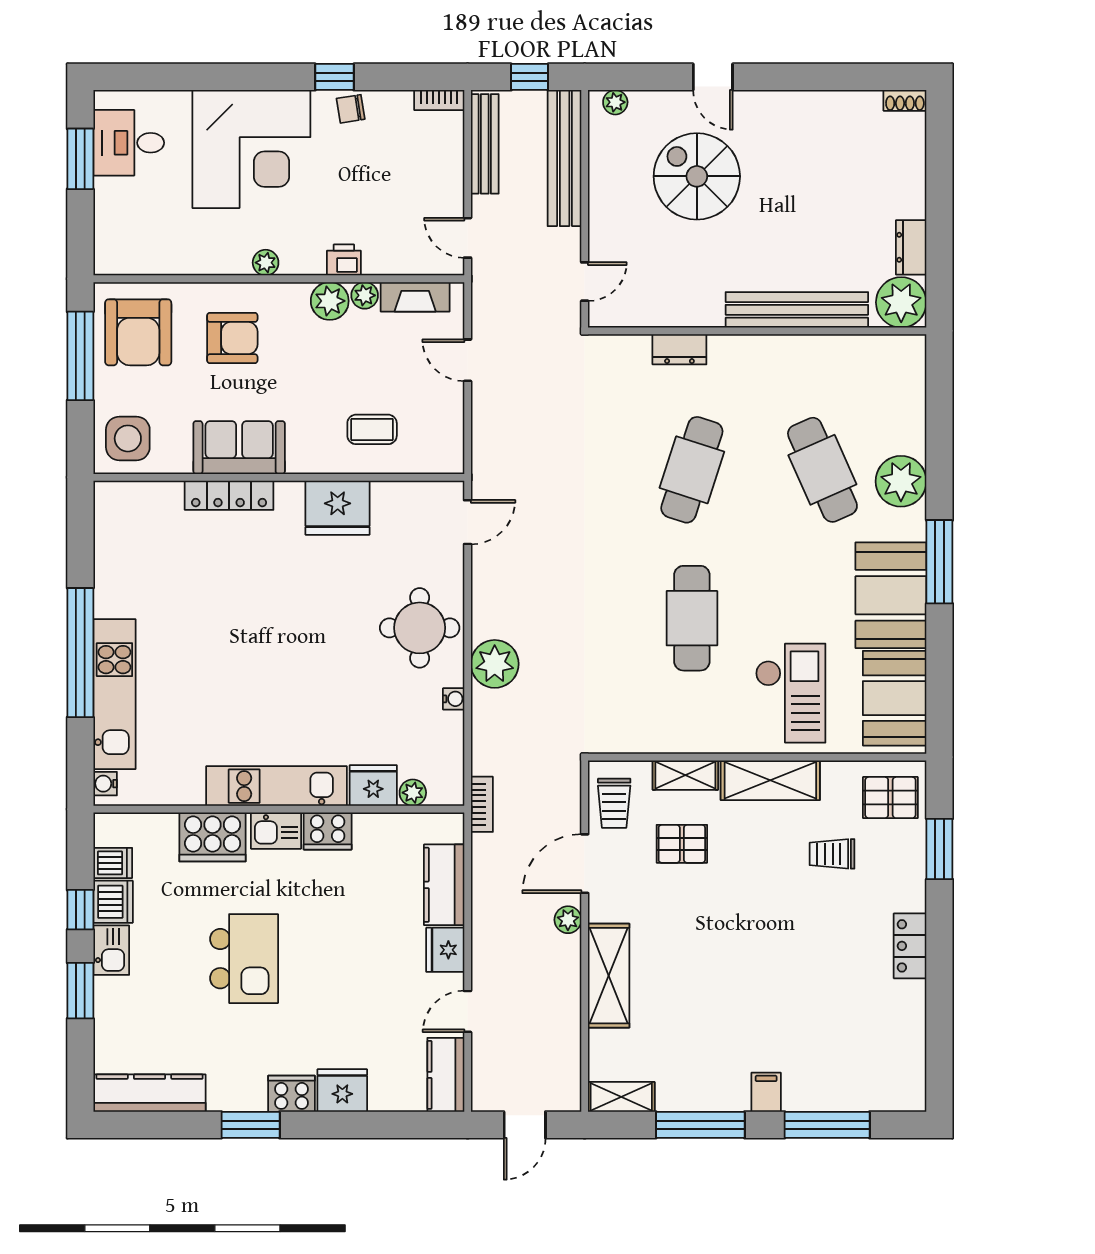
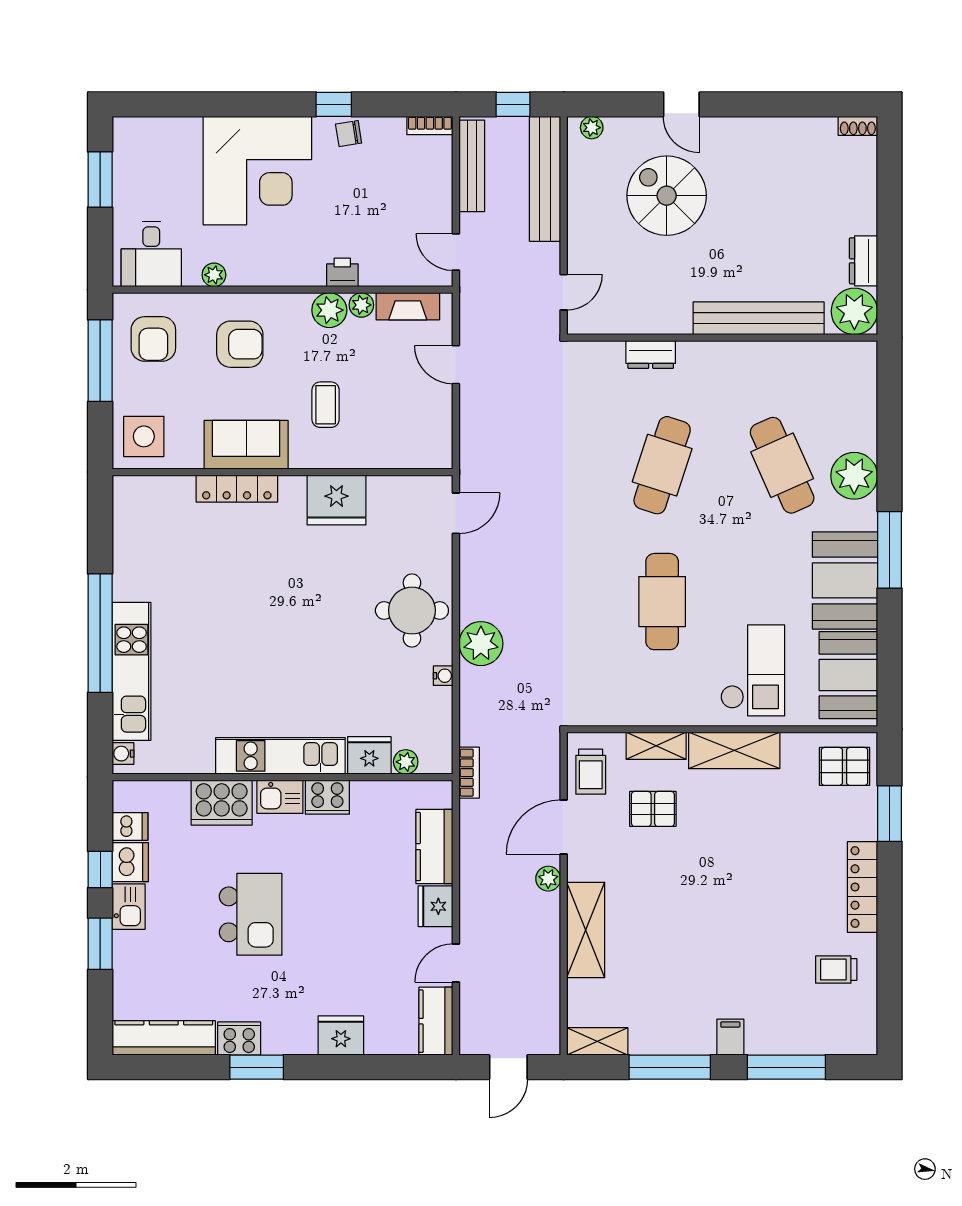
desk: (129, 143) -> (151, 254), moved, turned -90
plant: (266, 263) -> (214, 275), moved
armchair: (138, 332) -> (153, 339), width x0.73, depth x0.73
coffee table: (372, 429) -> (326, 405), moved, turned 90
trolley: (832, 854) -> (836, 970), moved
locker: (910, 946) -> (863, 887), width x1.53
cooker: (292, 1094) -> (239, 1039), moved

